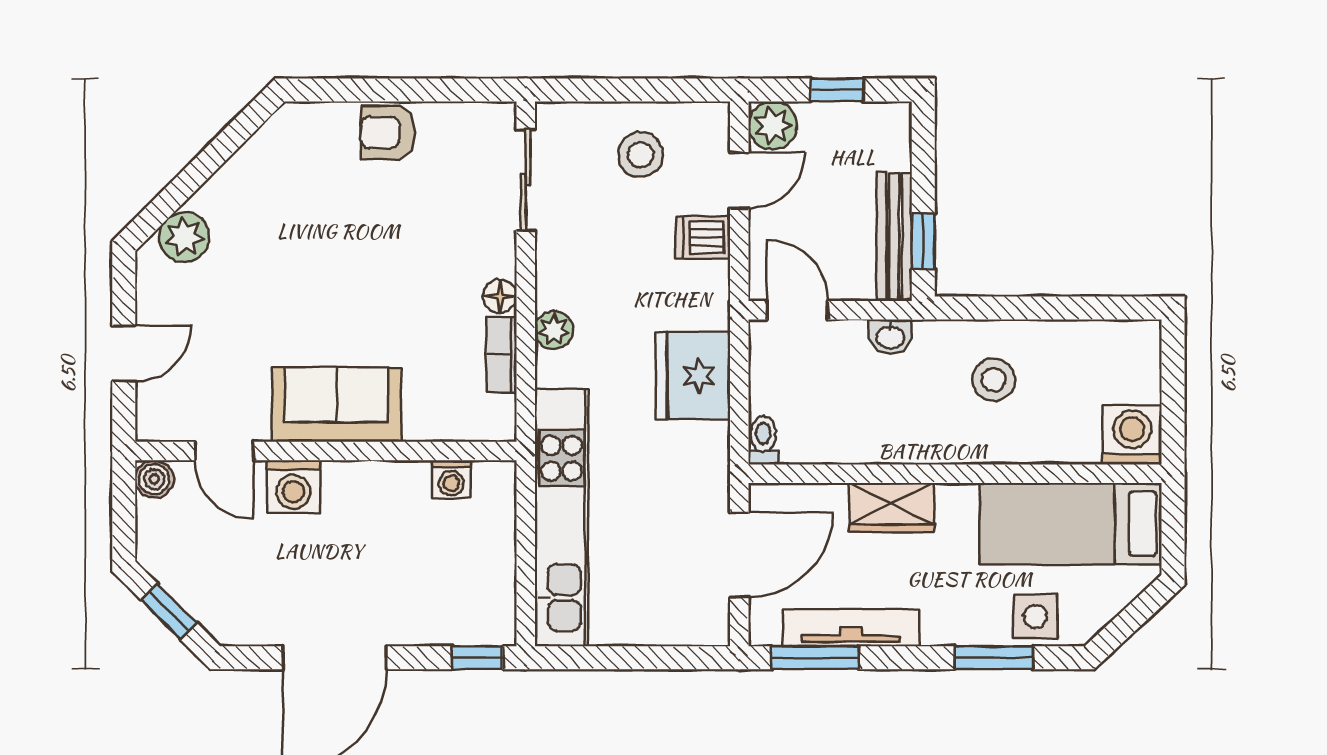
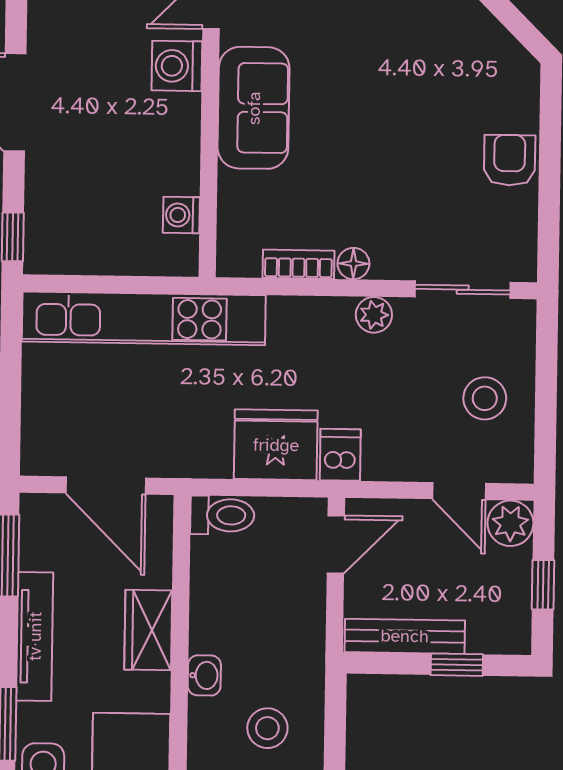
dishwasher: (703, 237) -> (340, 455), moved
window: (923, 241) -> (457, 665), moved
plant: (554, 330) -> (374, 315), moved
washbasin: (890, 337) -> (204, 675), moved, turned 180
toilet: (763, 440) -> (222, 515), width x1.37, depth x1.39
tv unit: (851, 628) -> (35, 636), moved

